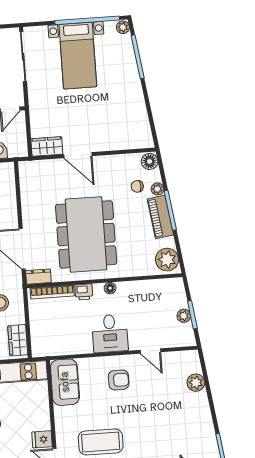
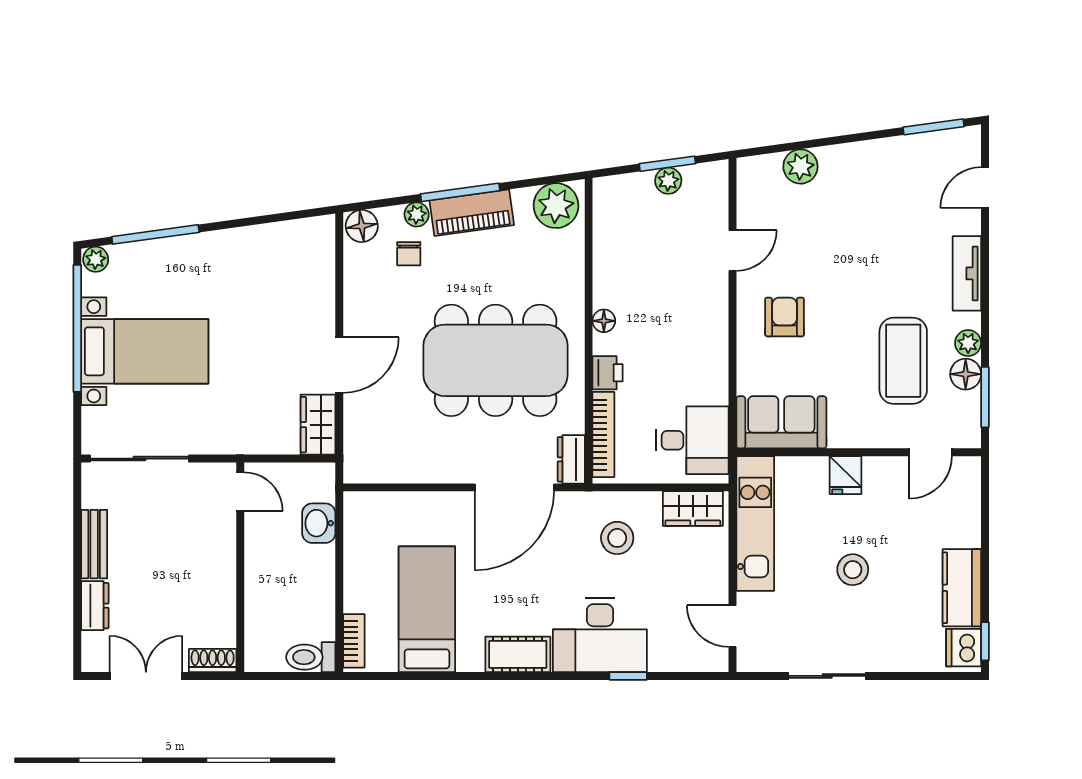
desk: (110, 333) -> (692, 440), moved
fridge: (42, 439) -> (845, 475), moved

